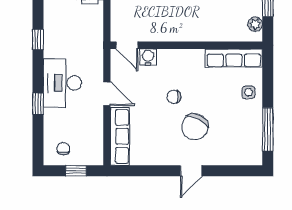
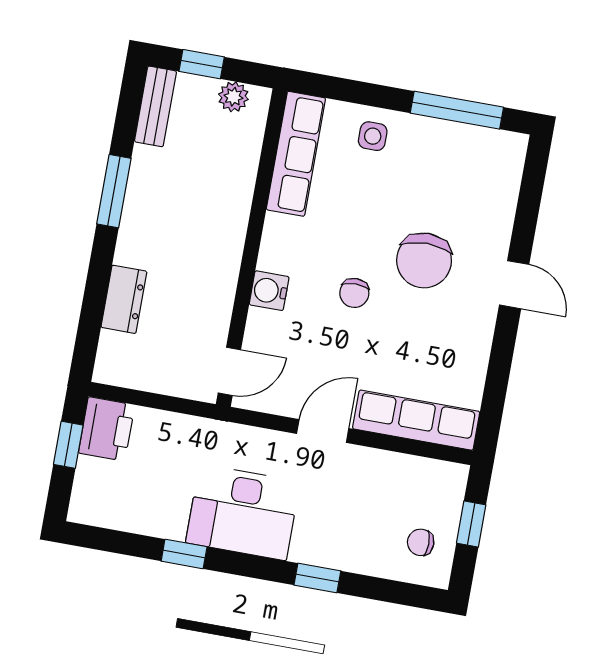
water cooler: (148, 57) -> (269, 291), moved
desk: (62, 83) -> (243, 512), moved
chair: (195, 127) -> (424, 260), turned 63

